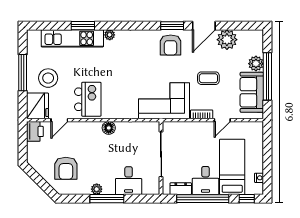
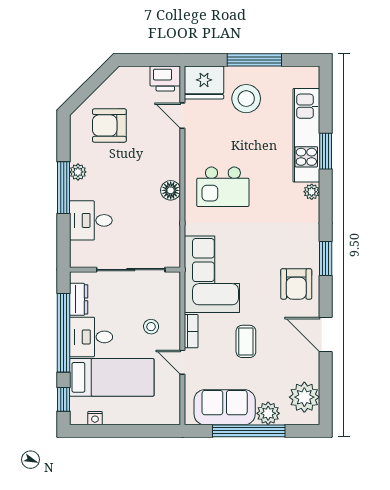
window: (172, 26) -> (326, 259), moved
plant: (227, 40) -> (304, 397), moved
armchair: (171, 45) -> (296, 284), turned -90
kitchen island: (88, 99) -> (223, 187), moved
stool: (199, 141) -> (151, 327), added

